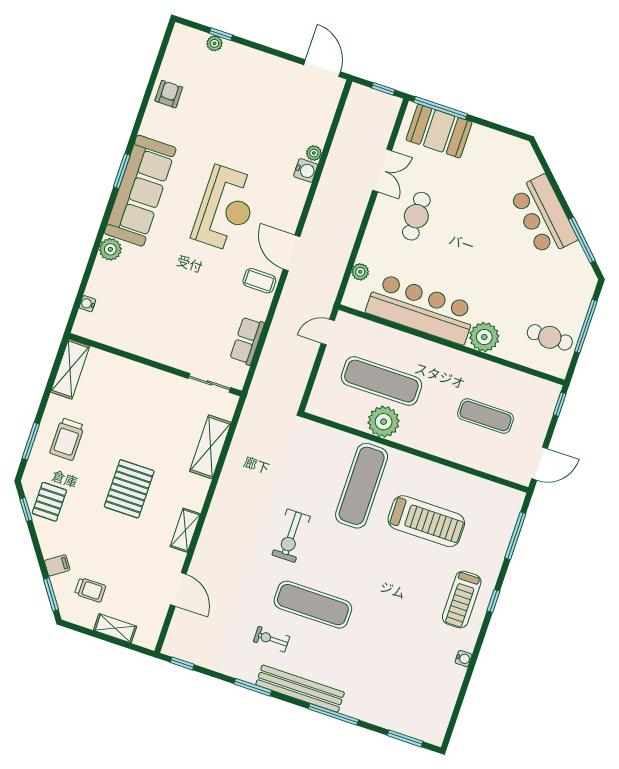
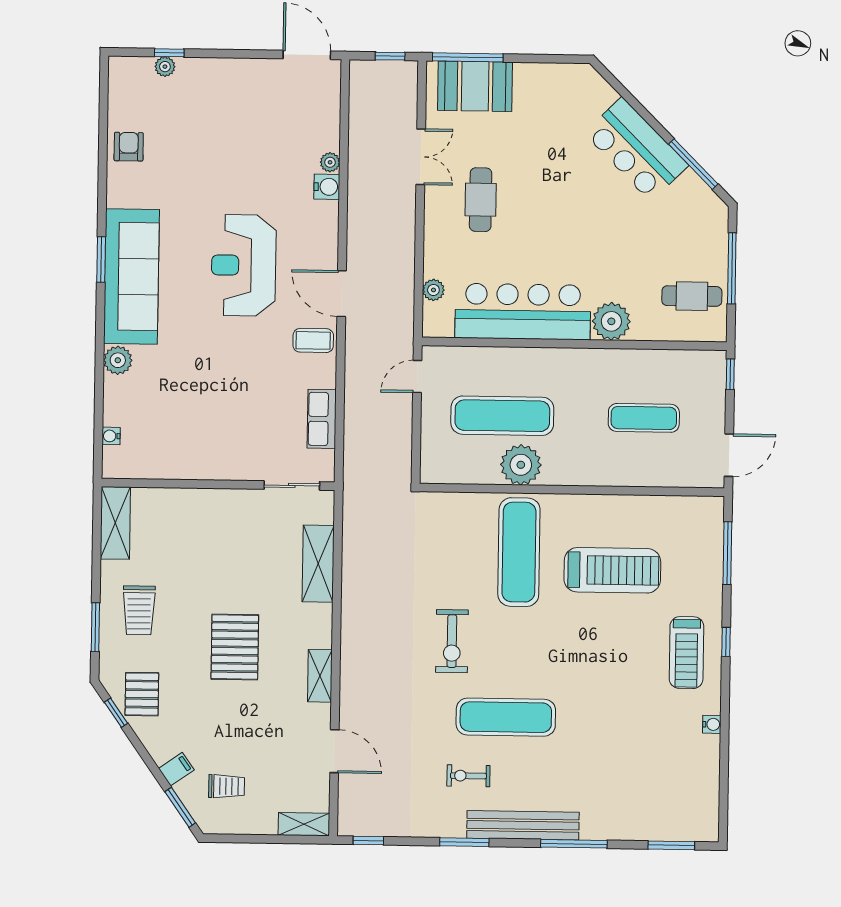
reception desk: (226, 209) -> (244, 265), turned 180
shelving: (115, 628) -> (304, 824), moved

